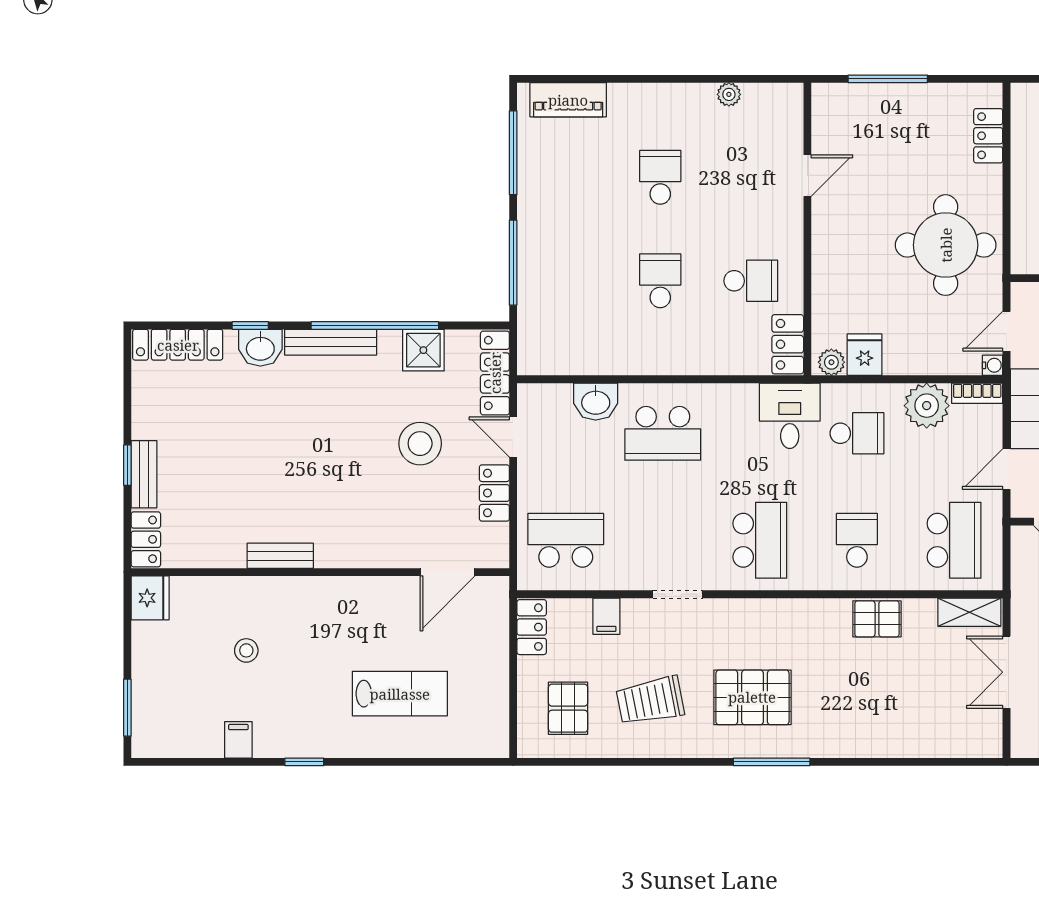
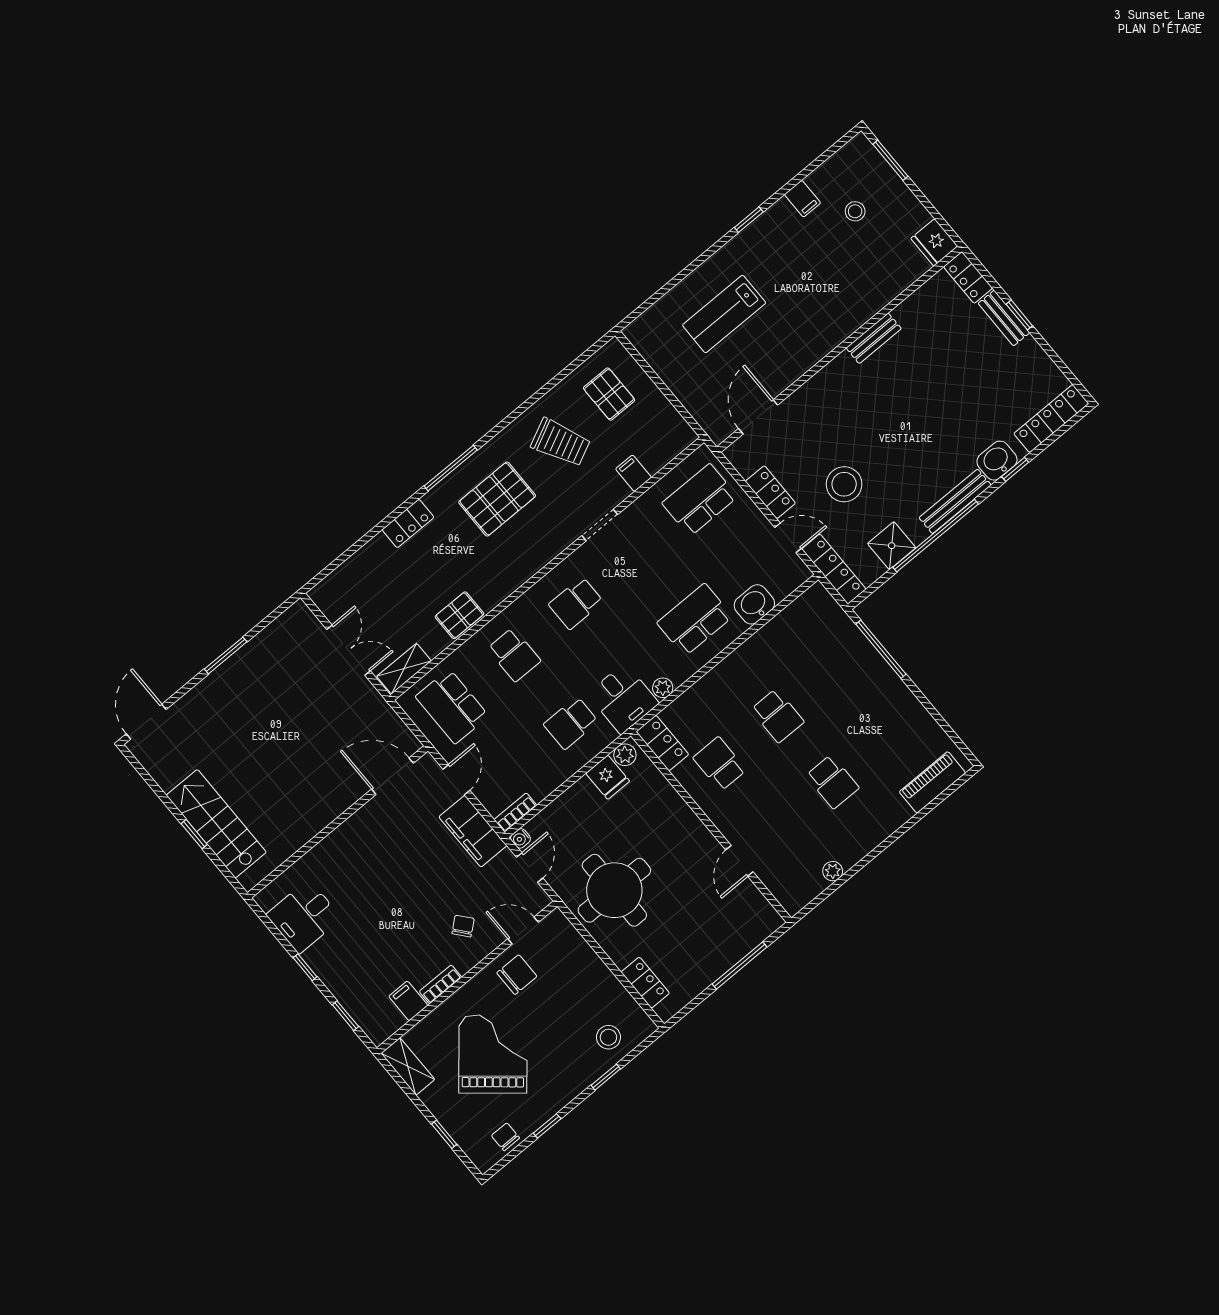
window: (513, 153) -> (939, 719), removed
school desk: (751, 281) -> (720, 764), turned 90
plant: (927, 406) -> (663, 688), moved, width x0.53, depth x0.53
school desk: (566, 540) -> (700, 500), turned 180
school desk: (760, 540) -> (576, 603), width x0.54
locker: (532, 627) -> (408, 523), moved, turned -90
stool: (246, 650) -> (855, 211), moved
trolley: (650, 701) -> (561, 443), turned 75

